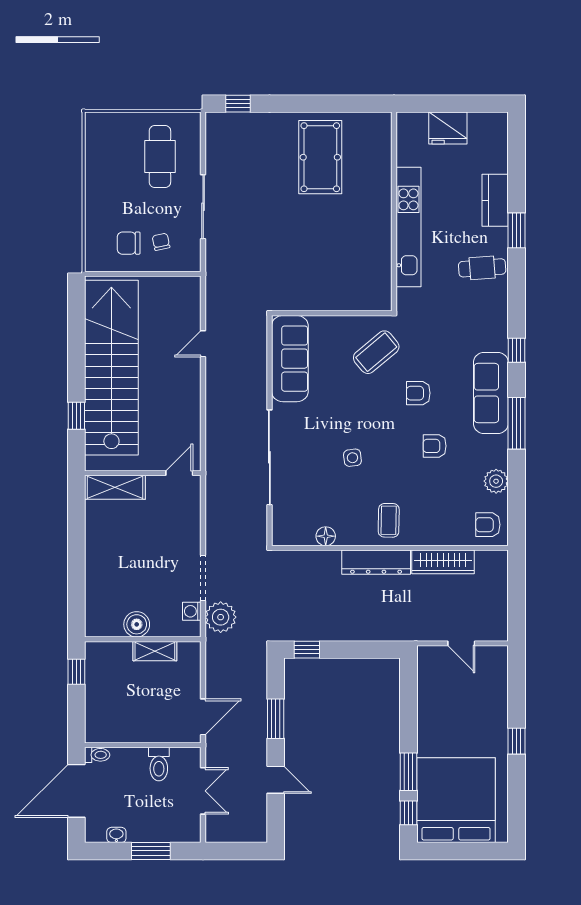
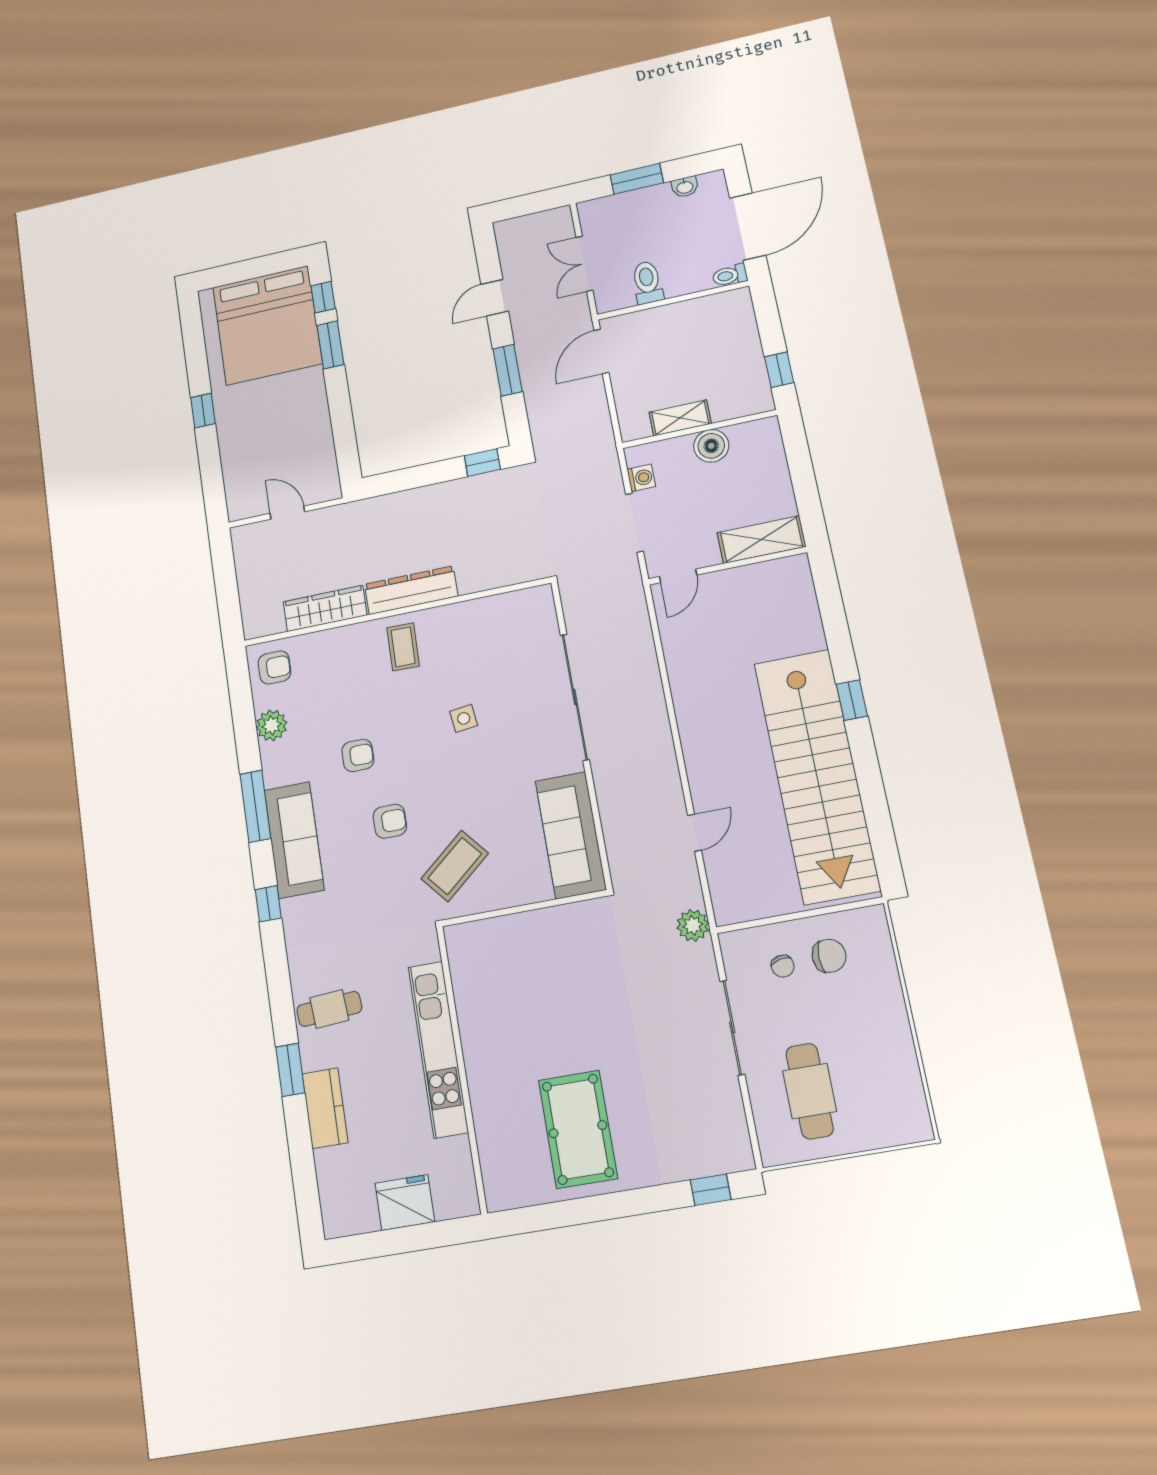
wall: (143, 473) -> (727, 566), moved
door: (179, 473) -> (678, 576), moved
shelving: (115, 487) -> (761, 540), moved
floor lamp: (326, 536) -> (482, 610), removed
plant: (221, 617) -> (693, 925), moved, width x0.73, depth x0.73
door: (276, 780) -> (495, 298), hinge flipped

